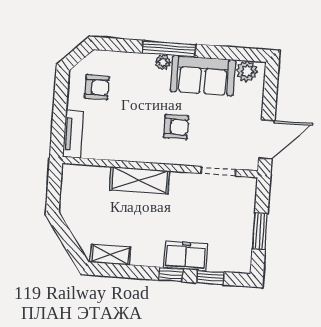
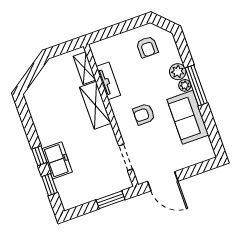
plant: (247, 71) -> (178, 72), moved
armchair: (176, 127) -> (144, 114), turned 90
tv unit: (73, 134) -> (108, 81), moved, turned -90
window: (260, 231) -> (111, 200), moved
shelving: (110, 255) -> (84, 68), moved

